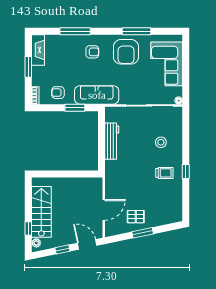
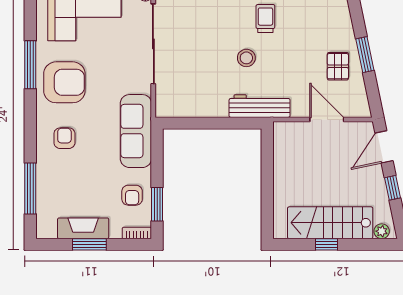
window: (75, 31) -> (30, 188), moved
fireplace: (38, 50) -> (83, 228), moved
window: (75, 108) -> (157, 204), moved
workbench: (112, 141) -> (260, 106), moved
stool: (161, 142) -> (246, 58), moved
window: (28, 229) -> (327, 244), moved

